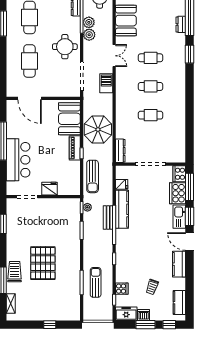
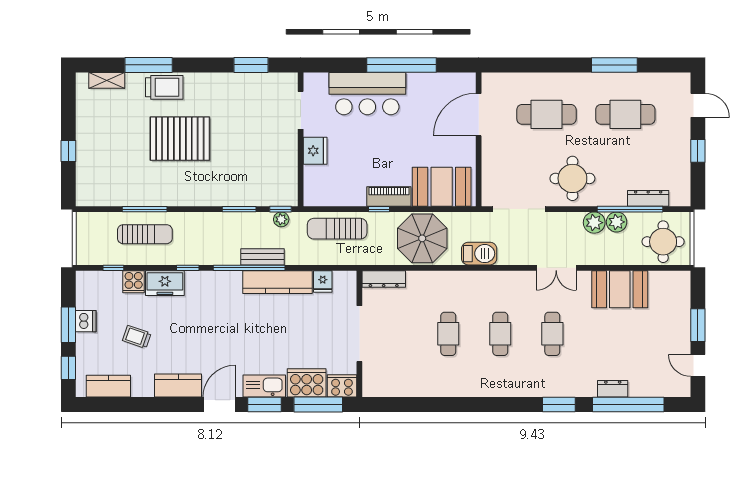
barbecue: (106, 83) -> (479, 254), moved
freezer: (126, 314) -> (165, 283), moved, turned 90

